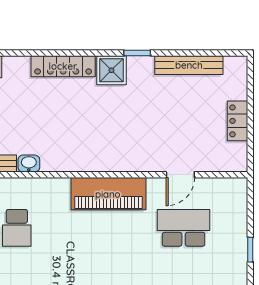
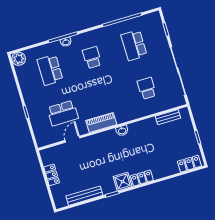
locker: (63, 66) -> (142, 178), width x0.66
washbasin: (29, 164) -> (122, 131), moved
piano: (108, 194) -> (101, 123), width x0.73, depth x0.75

